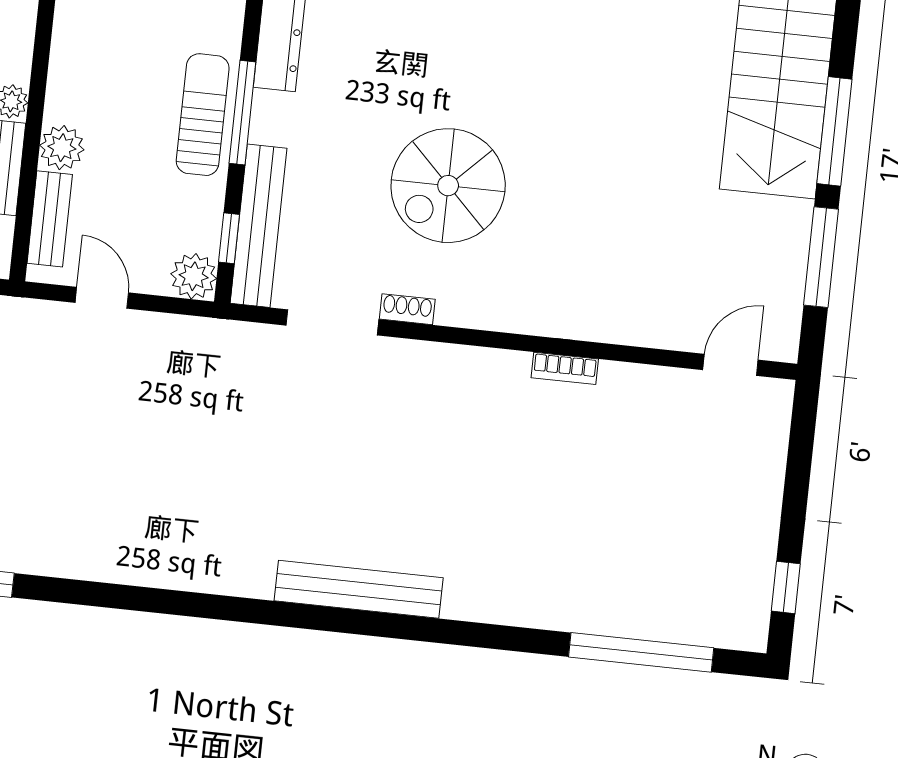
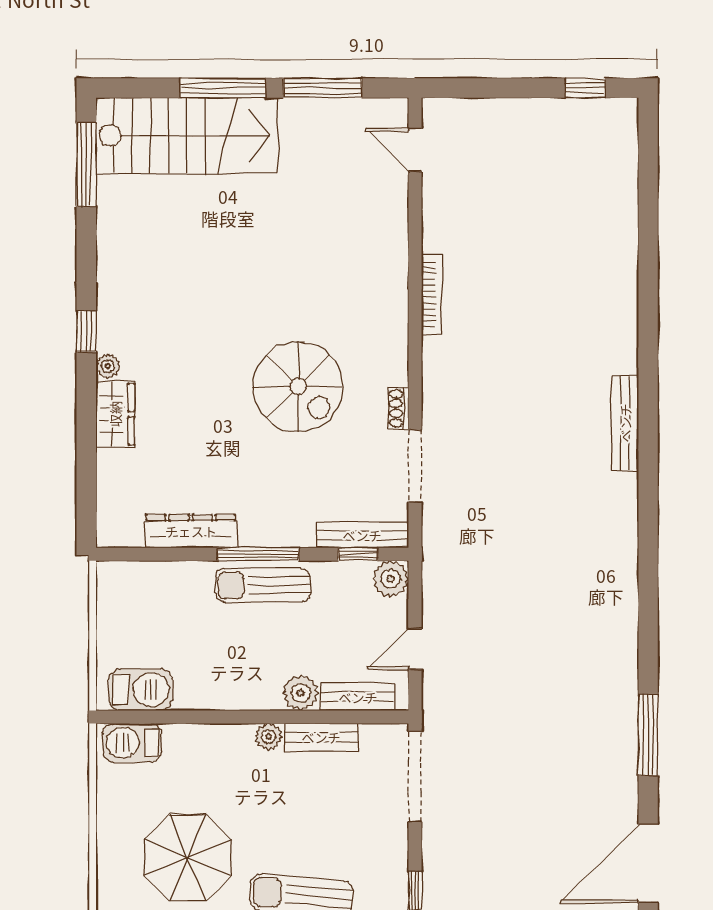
bench: (259, 226) -> (362, 535), width x0.73, depth x0.82
bookcase: (565, 368) -> (432, 294), width x1.56
bench: (359, 589) -> (625, 423), width x0.73, depth x0.82
window: (641, 652) -> (648, 196), removed

